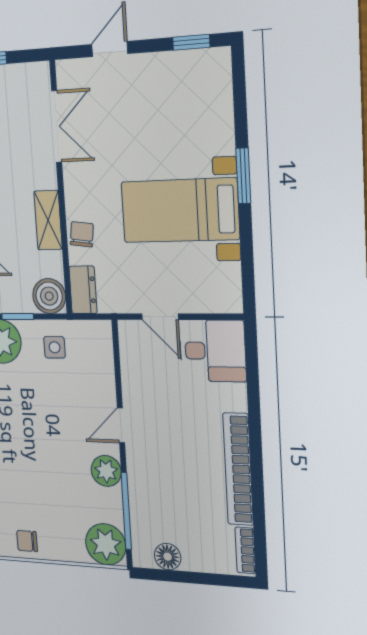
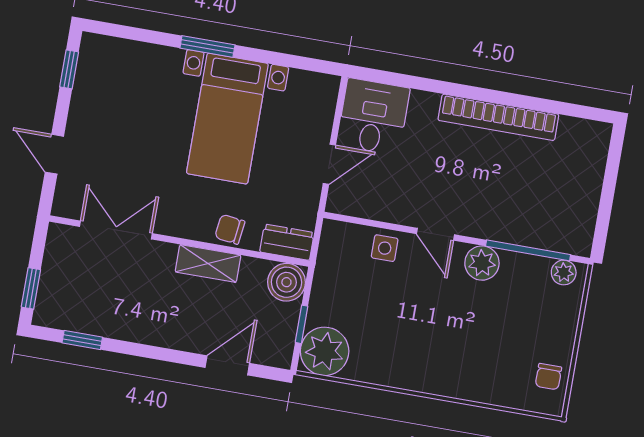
side table: (55, 347) -> (385, 248), moved
plant: (106, 544) -> (564, 272), width x0.53, depth x0.53
bookcase: (245, 550) -> (584, 129), removed
floor lamp: (168, 557) -> (582, 215), removed

